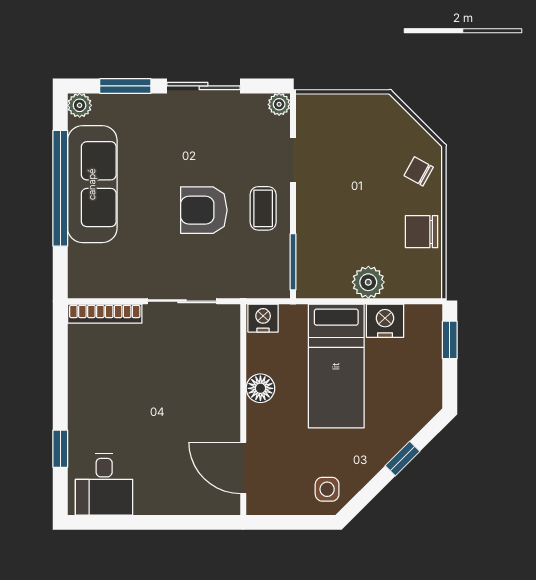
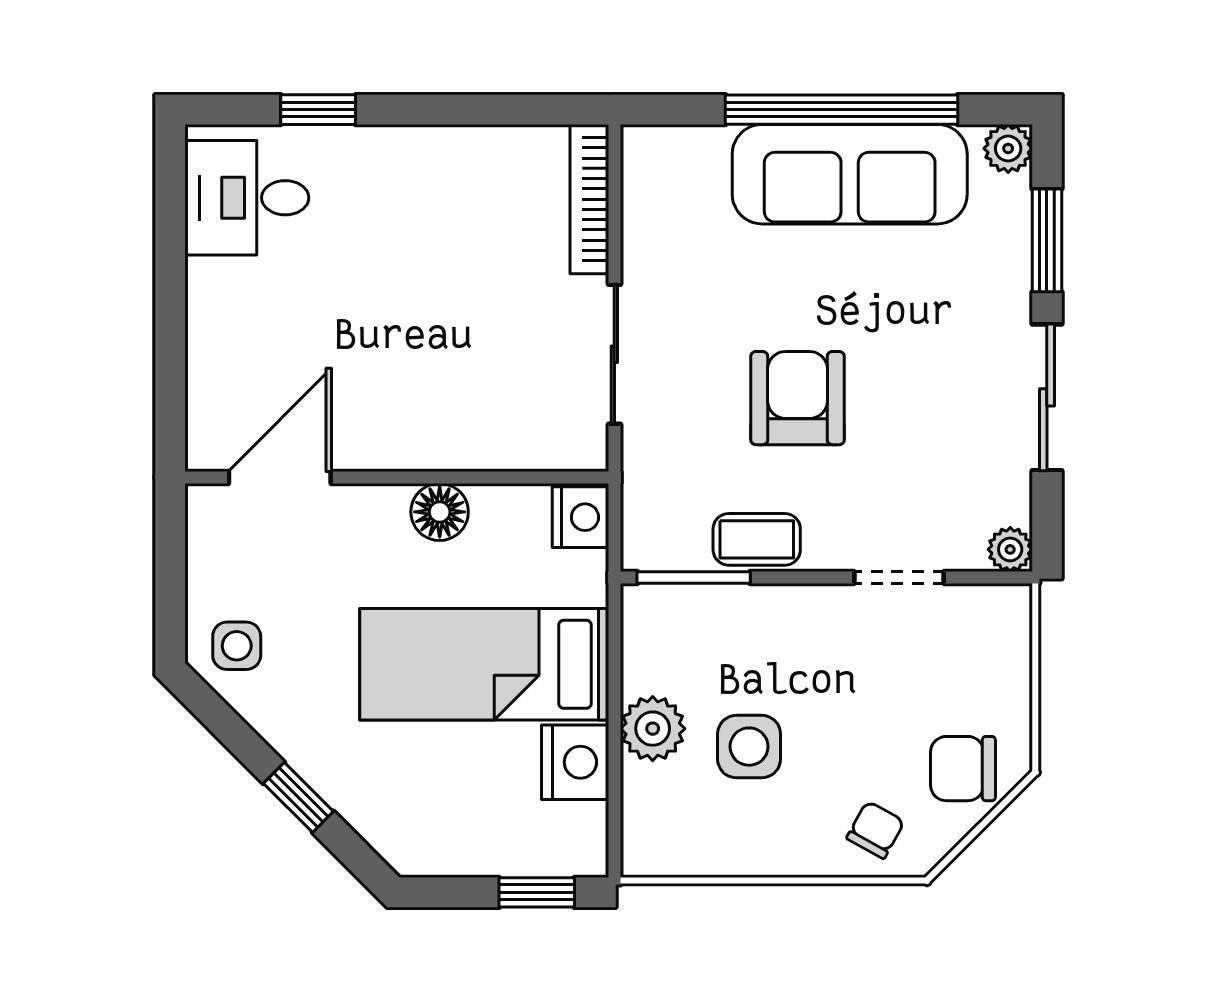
coffee table: (263, 208) -> (757, 539), moved
chair: (422, 232) -> (963, 769), moved, turned -90
side table: (377, 234) -> (749, 747), added

